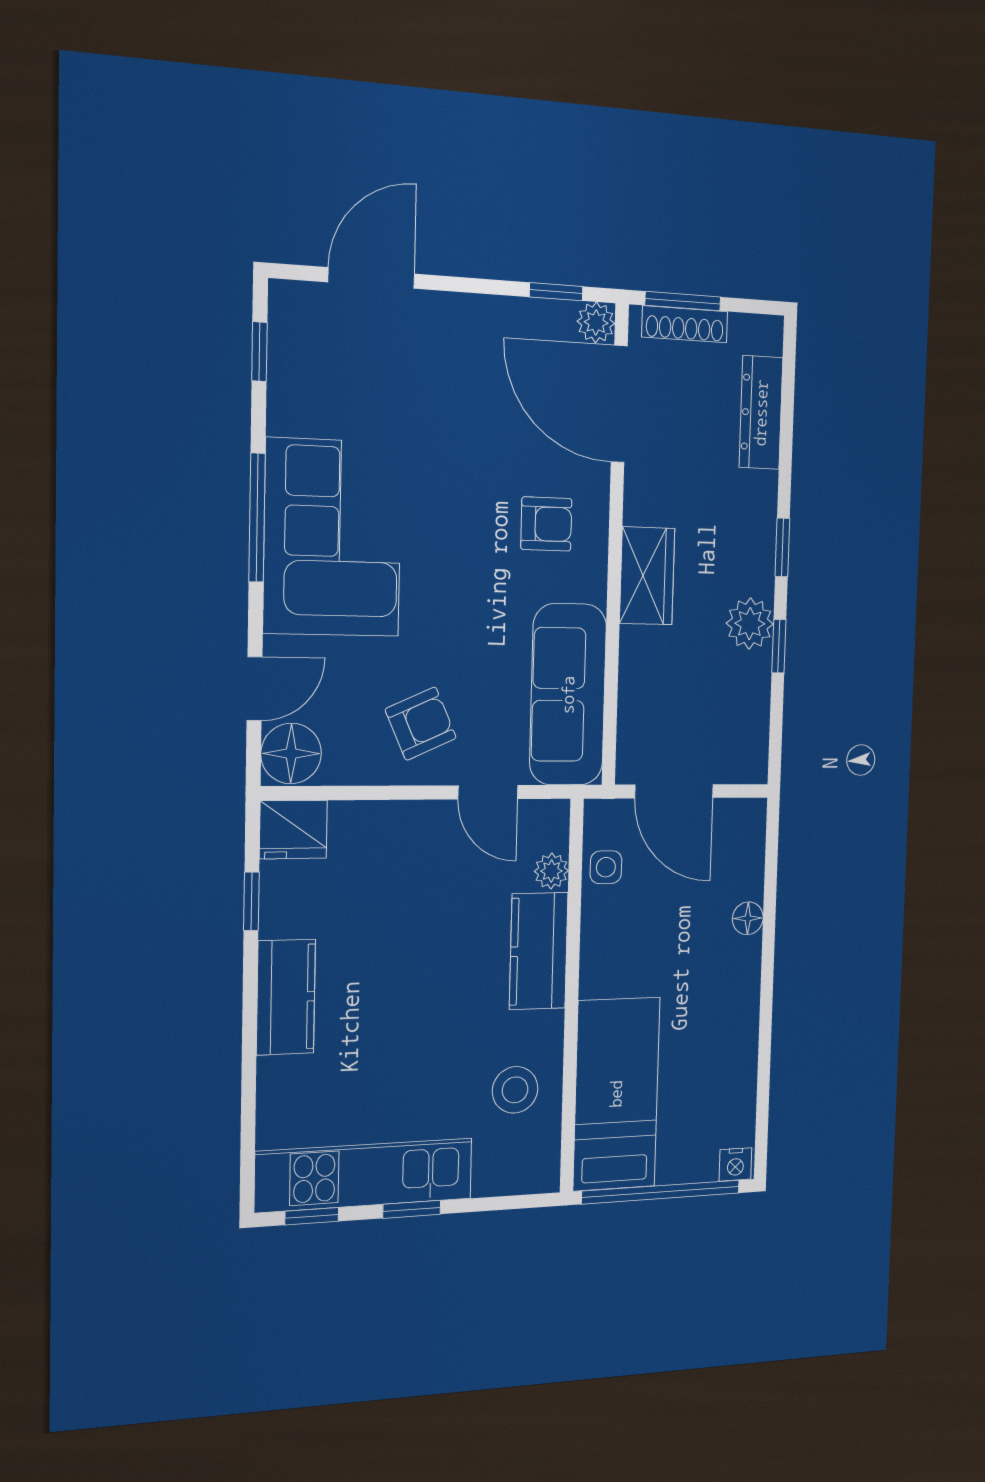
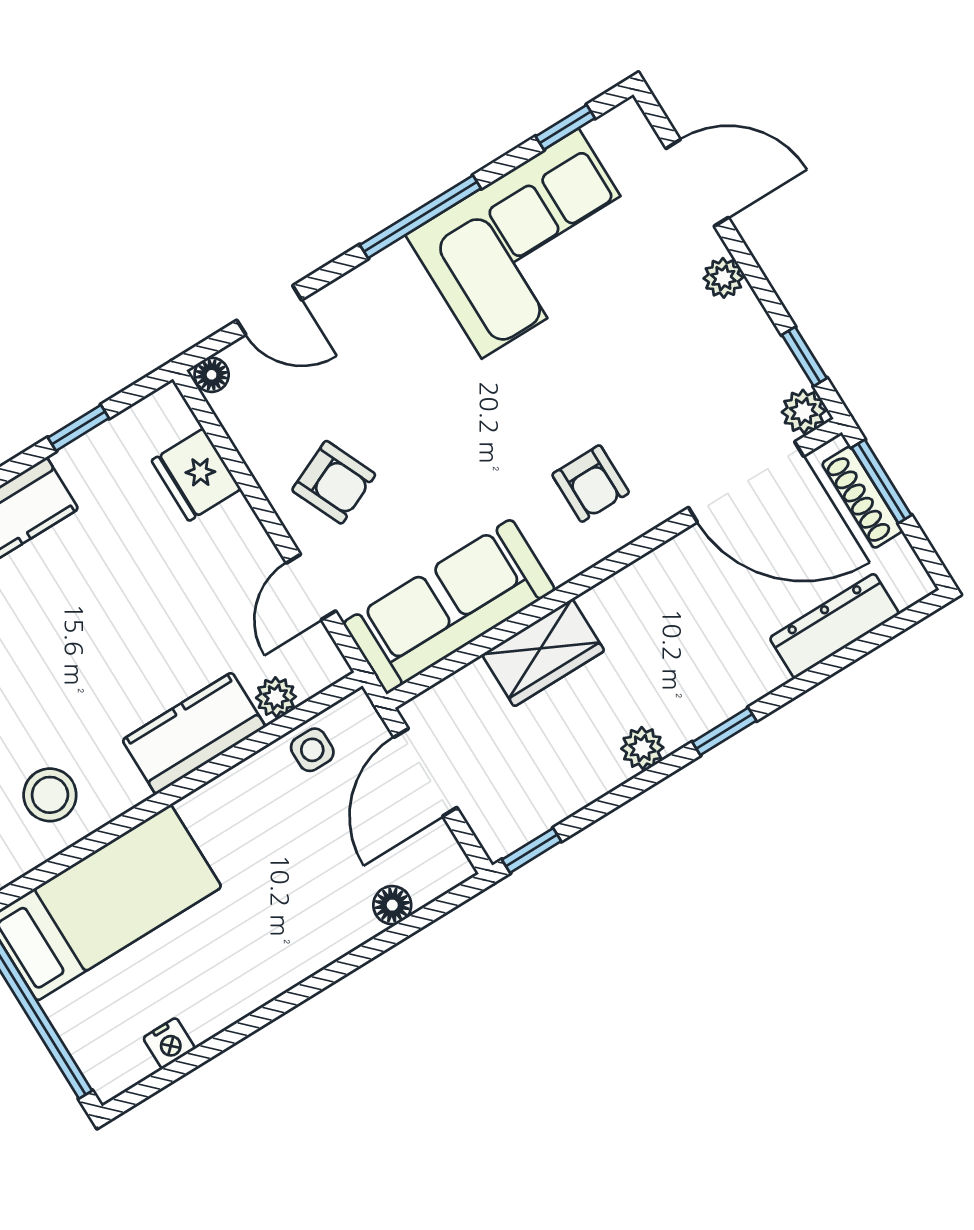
plant: (458, 311) -> (723, 278), added
door: (619, 404) -> (746, 482), swing flipped
corner sofa: (333, 538) -> (530, 243), moved
wardrobe: (647, 576) -> (543, 653), moved
plant: (750, 624) -> (642, 748), width x0.73, depth x0.73
window: (779, 646) -> (532, 850), moved
floor lamp: (291, 753) -> (212, 375), width x0.53, depth x0.53
fridge: (293, 830) -> (196, 475), moved
floor lamp: (748, 918) -> (392, 905), moved
nightstand: (735, 1164) -> (169, 1043), moved, turned -90

